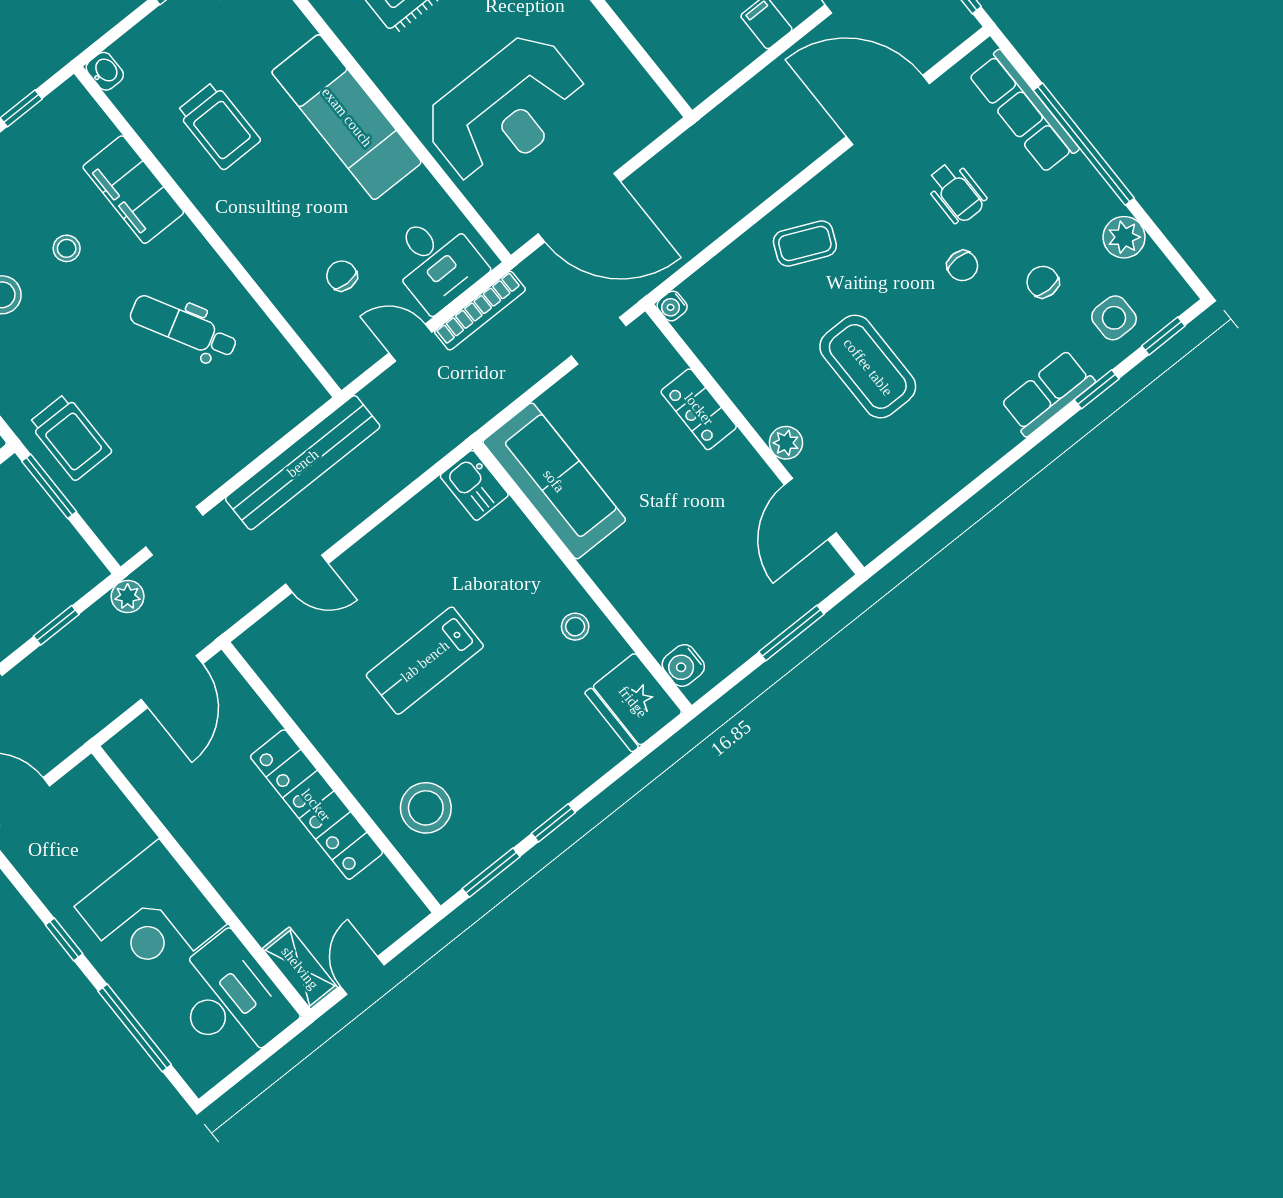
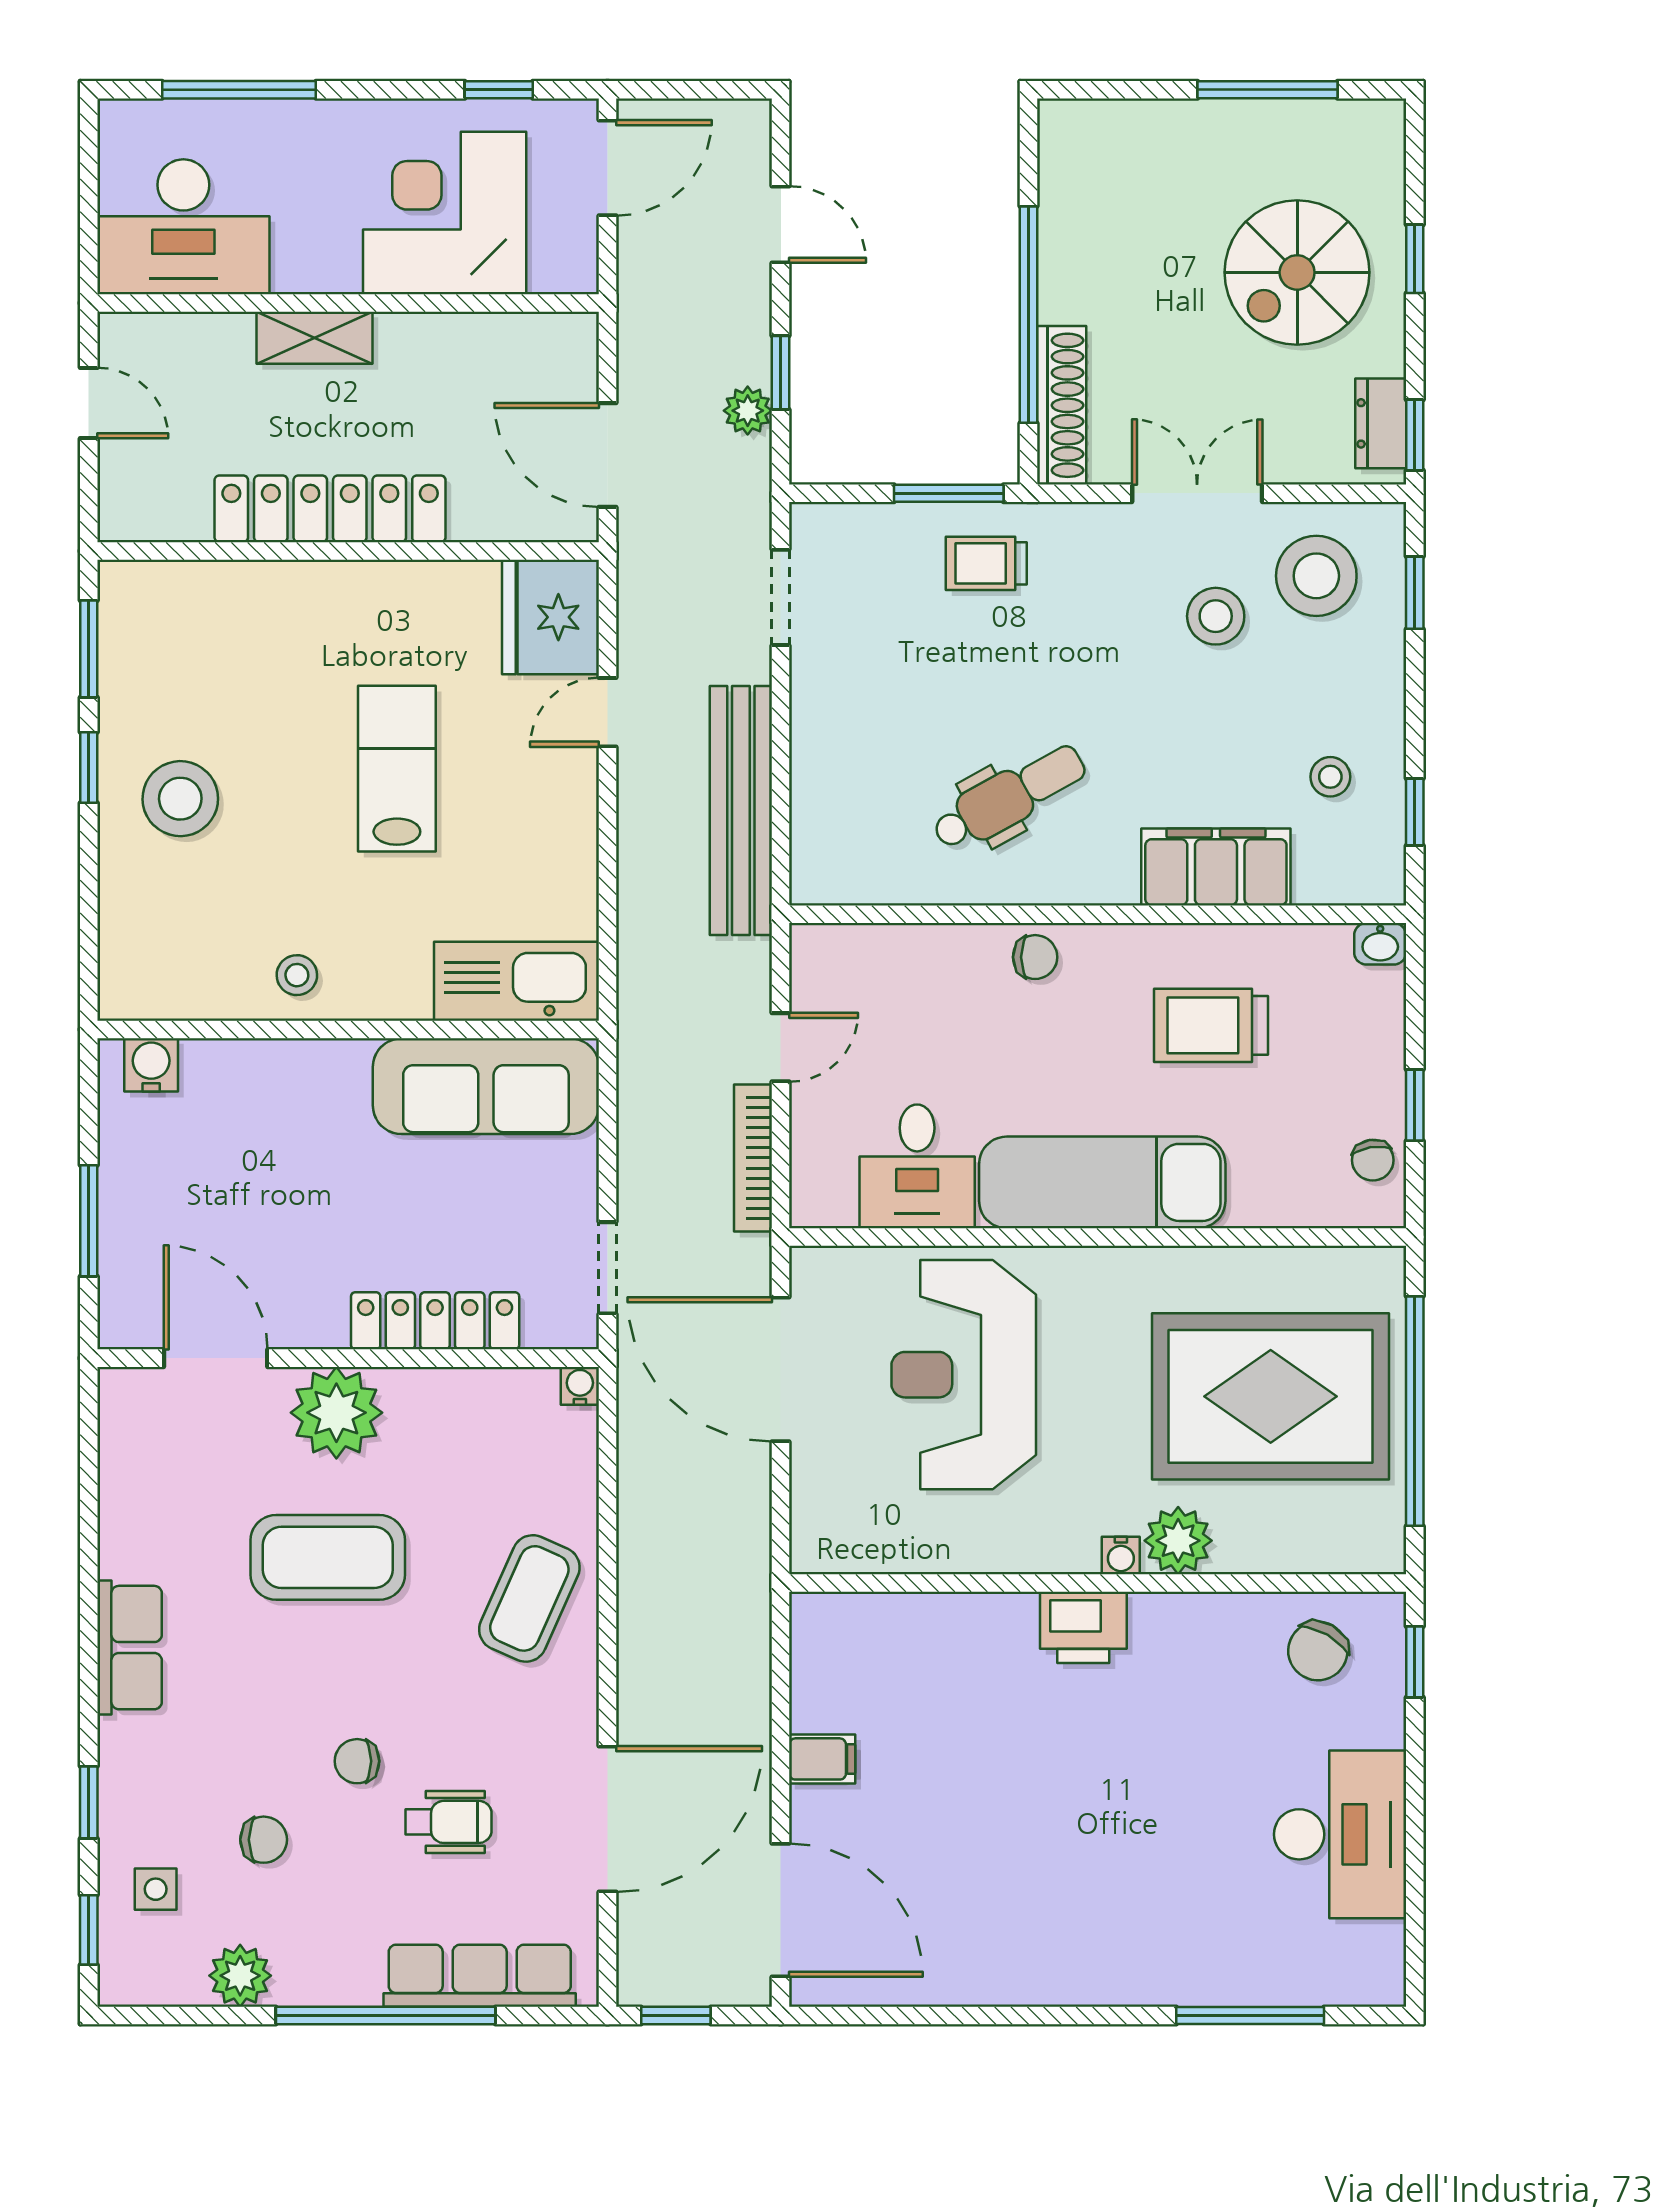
wheelchair: (956, 192) -> (448, 1822), turned 180
door: (579, 208) -> (781, 1369), hinge flipped
coffee table: (805, 243) -> (529, 1598), width x1.36, depth x1.30
stool: (67, 248) -> (1330, 777), moved
desk: (436, 261) -> (917, 1166), moved, turned -90
chair: (342, 276) -> (1035, 957), moved
side table: (1114, 318) -> (156, 1889), width x0.73, depth x0.73
row of seats: (1048, 393) -> (129, 1648), moved
locker: (699, 409) -> (435, 1321), width x1.53
trolley: (70, 437) -> (986, 563), width x0.73, depth x0.72
plant: (786, 443) -> (336, 1413), width x1.88, depth x1.88
kitchen sink: (474, 485) -> (516, 981), width x1.88, depth x1.24
plant: (128, 597) -> (748, 411), moved
fridge: (633, 702) -> (551, 617), moved, turned -90
stool: (426, 808) -> (180, 799), moved
corner desk: (151, 915) -> (445, 213), moved
window: (64, 939) -> (499, 90), moved
shelving: (300, 968) -> (314, 338), moved

